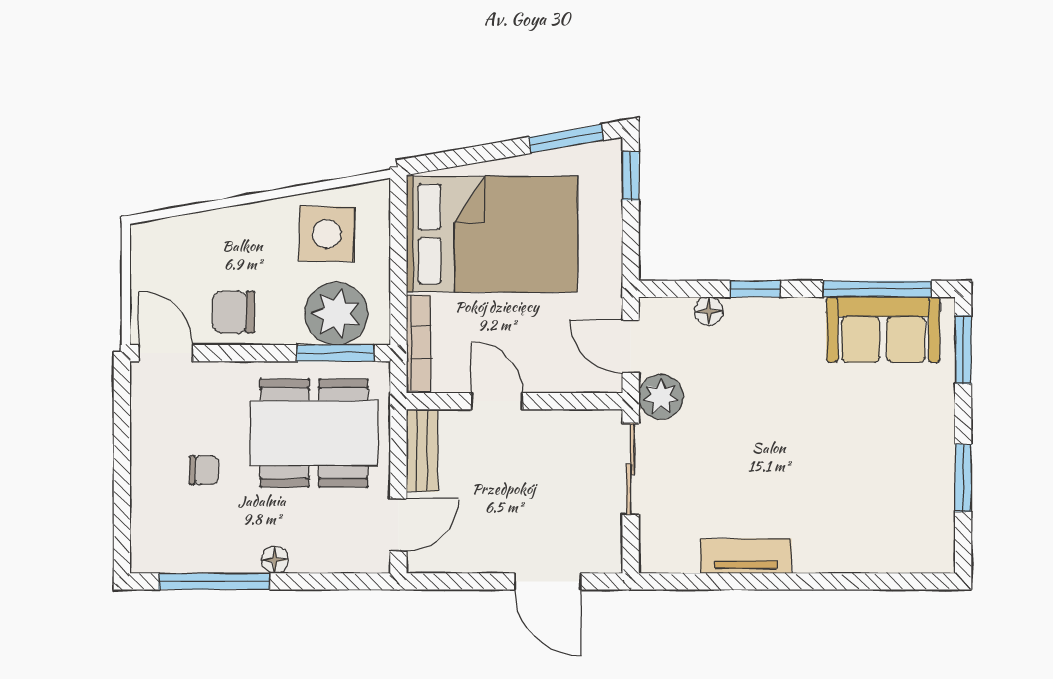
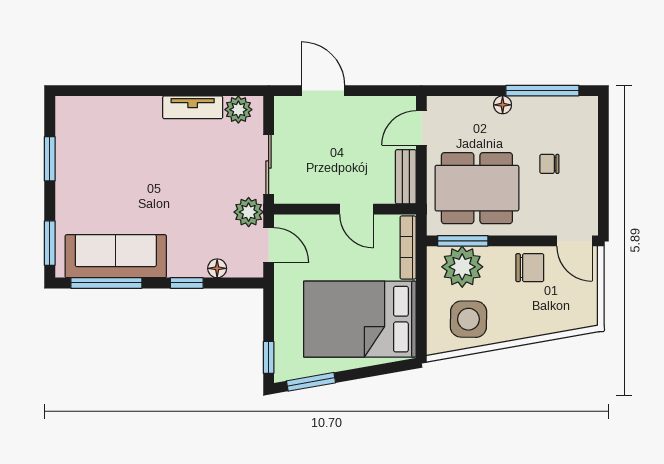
sofa: (883, 330) -> (116, 256), width x1.36
plant: (676, 553) -> (238, 110), added

